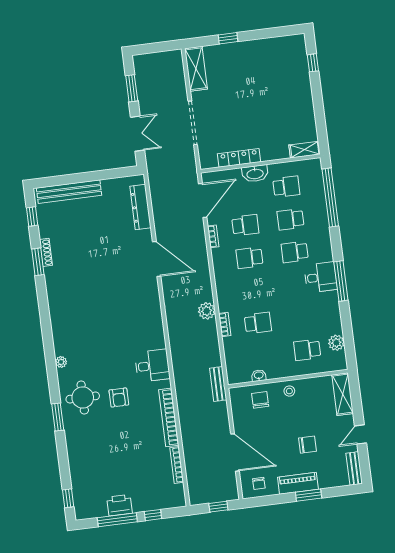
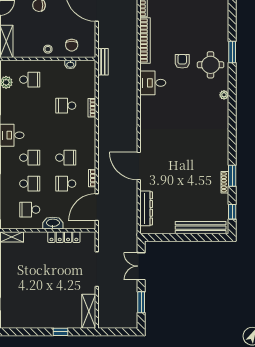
plant: (207, 311) -> (105, 120), removed

